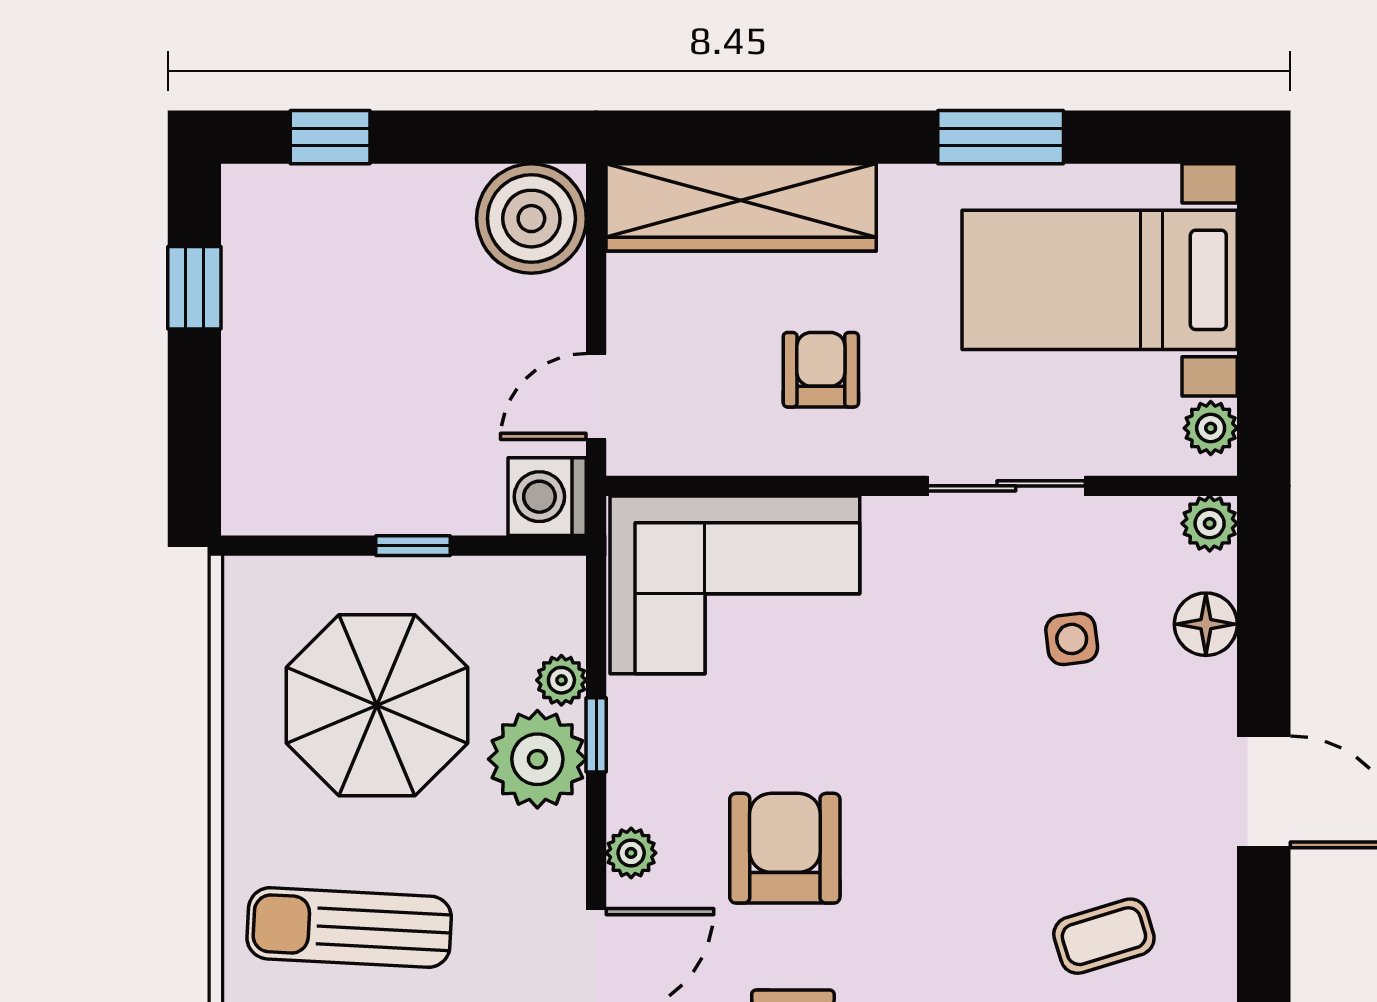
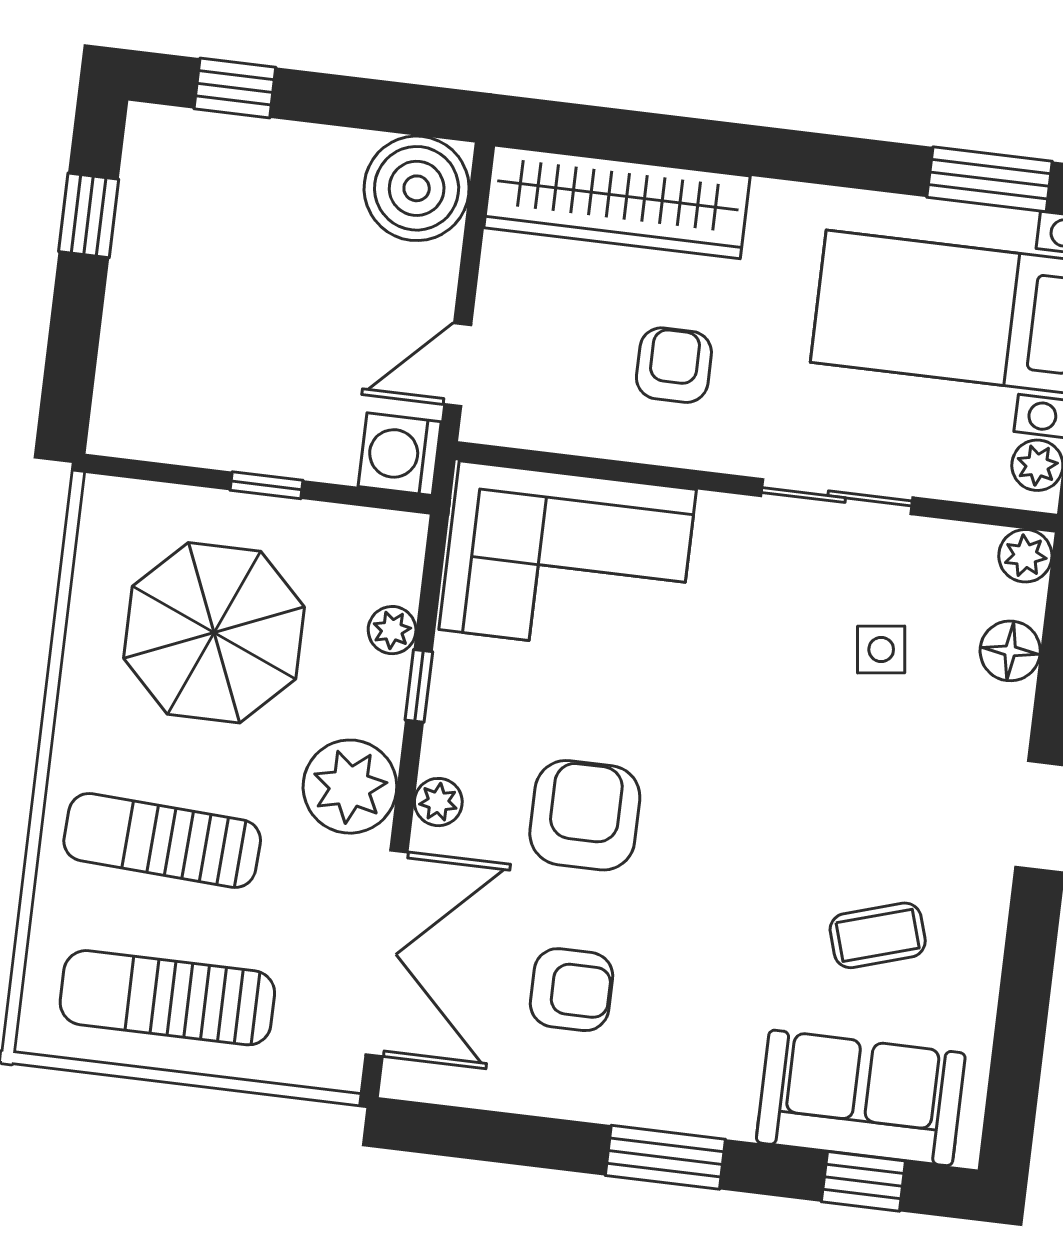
window: (1001, 137) -> (990, 179), moved
plant: (537, 759) -> (350, 787), moved

